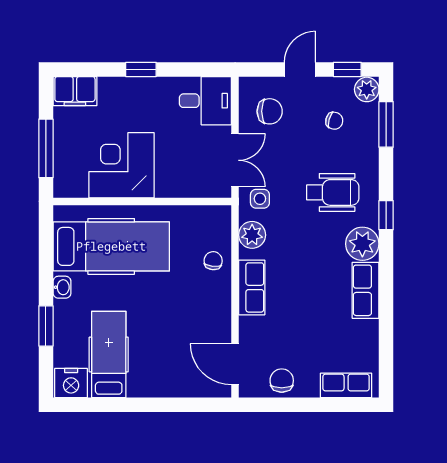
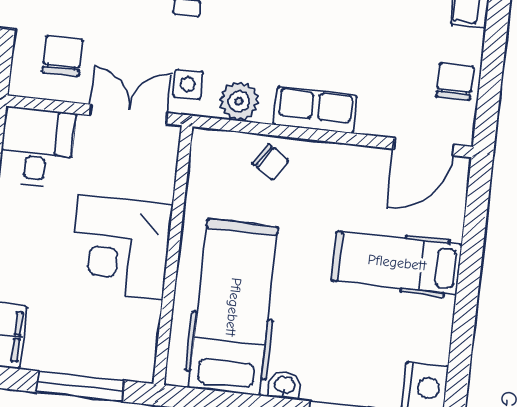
corner desk: (121, 165) -> (121, 247), moved
chair: (213, 261) -> (270, 162), turned -152
hospital bed: (109, 354) -> (397, 263), moved
chair: (282, 381) -> (455, 82), turned 90

